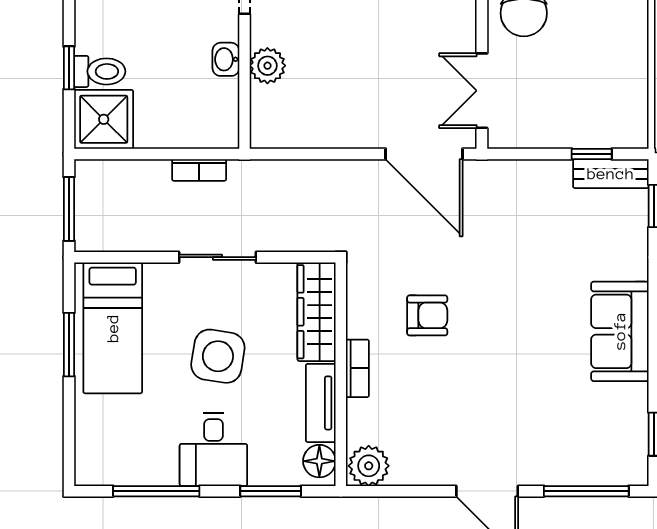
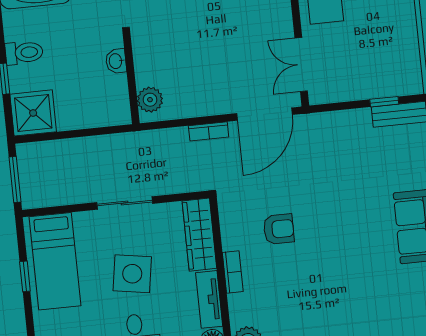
plant: (267, 66) -> (150, 100), moved
toilet: (100, 71) -> (24, 53), moved
door: (424, 154) -> (264, 114), hinge flipped
bookcase: (199, 170) -> (209, 131), moved
window: (69, 345) -> (25, 276), width x0.67

